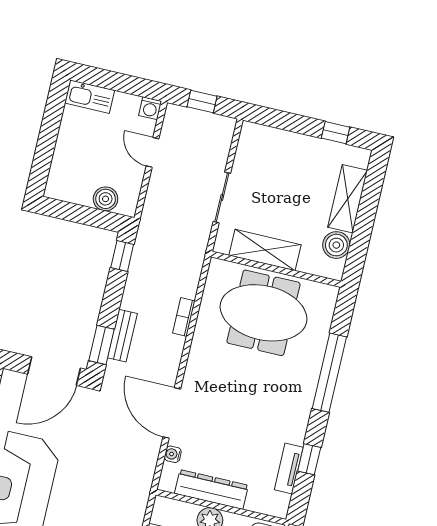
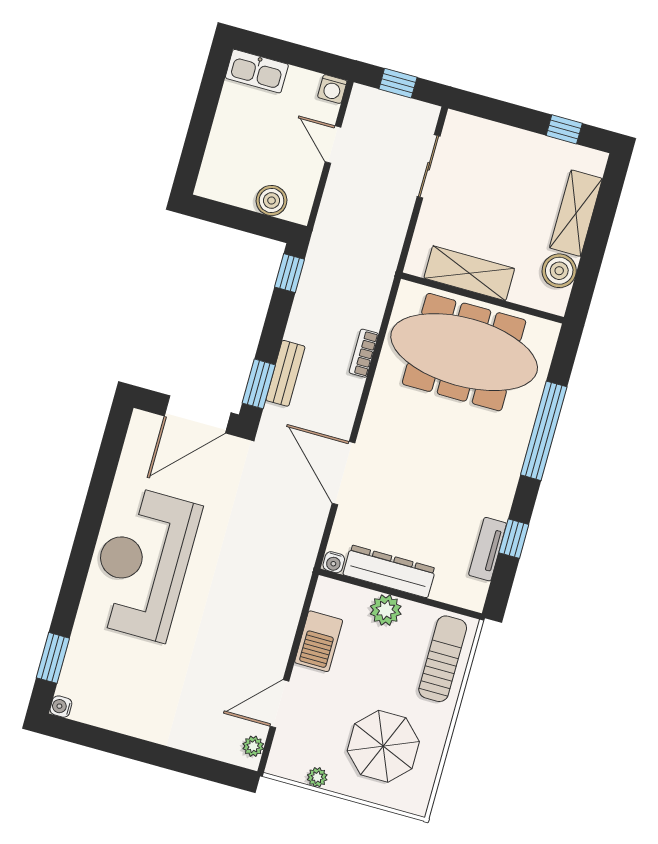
sliding door: (222, 197) -> (429, 166), moved
meeting table: (263, 313) -> (464, 352), width x1.36
water cooler: (173, 454) -> (334, 562), moved, turned -90

